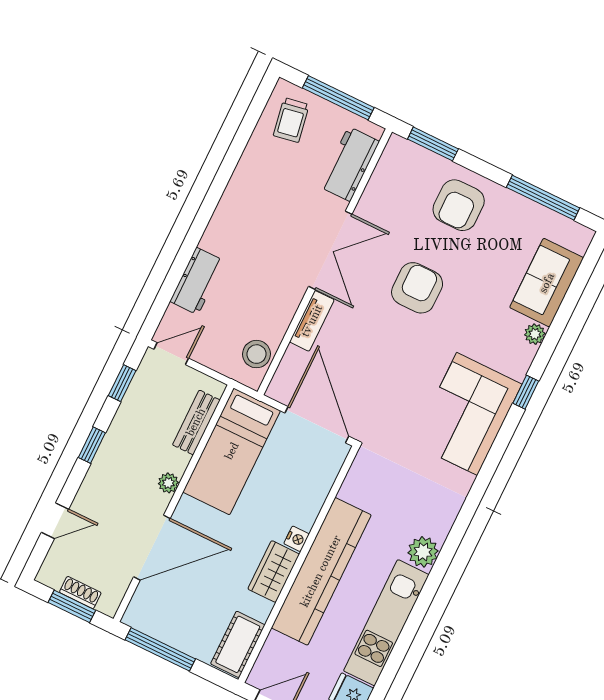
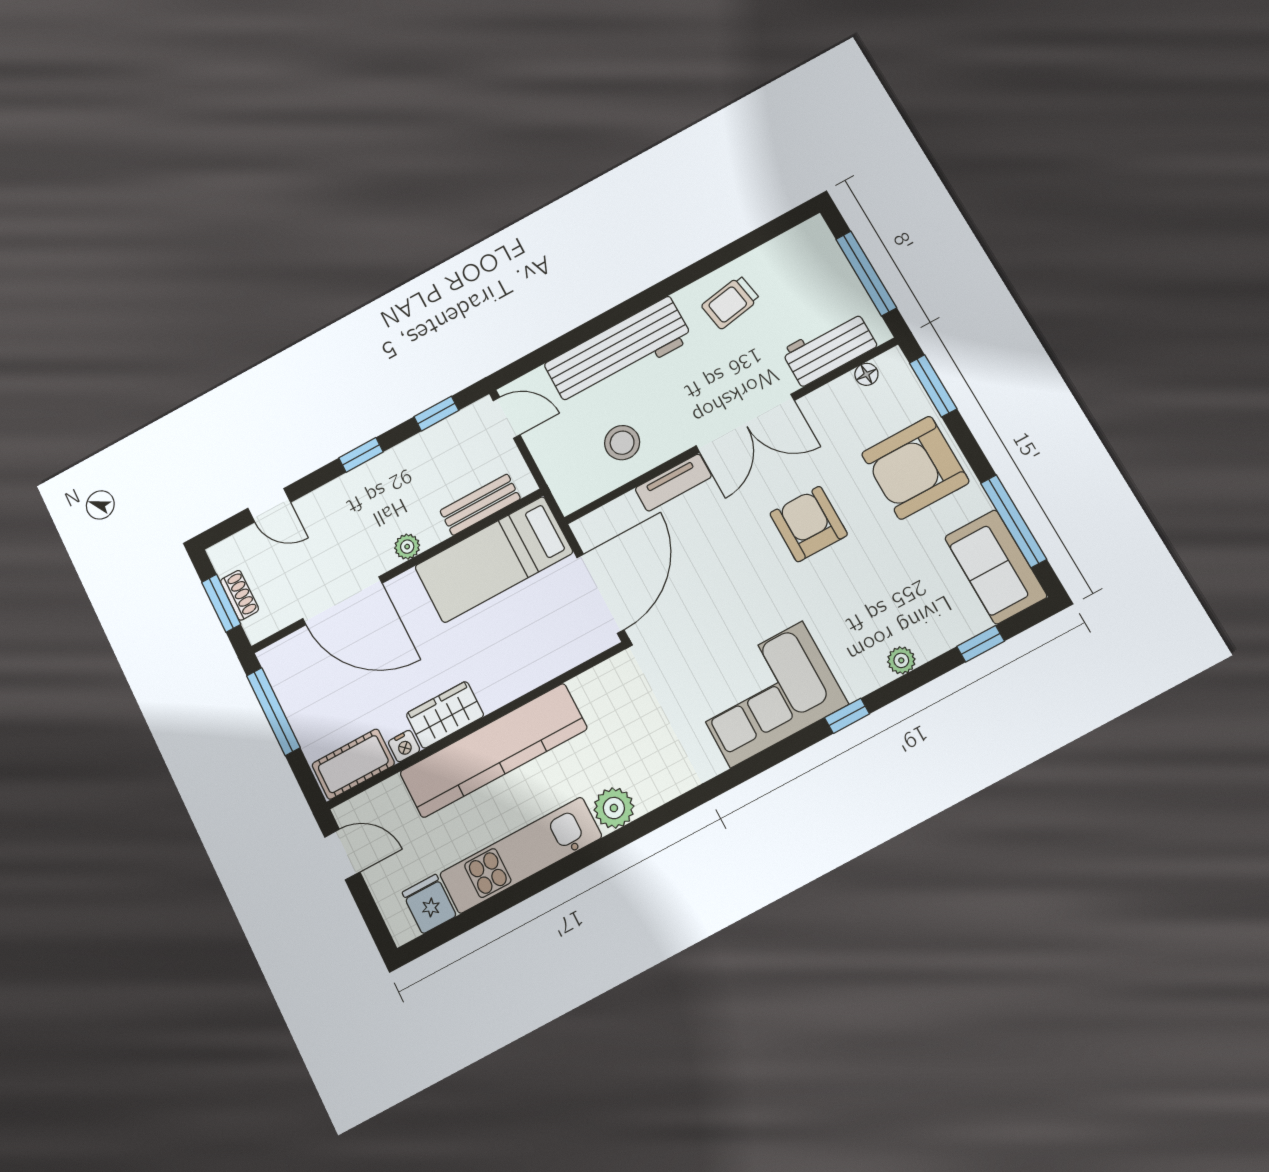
trolley: (291, 120) -> (731, 302), moved
floor lamp: (385, 165) -> (866, 374), added
armchair: (459, 205) -> (915, 468), width x1.36, depth x1.36
workbench: (197, 281) -> (618, 351), width x1.88, depth x1.32
sofa: (547, 283) -> (996, 567), moved, turned -90
armchair: (417, 288) -> (809, 524), turned -90
window: (576, 290) -> (981, 644), added
stool: (257, 354) -> (622, 443), moved
nightstand: (297, 539) -> (404, 746), moved

